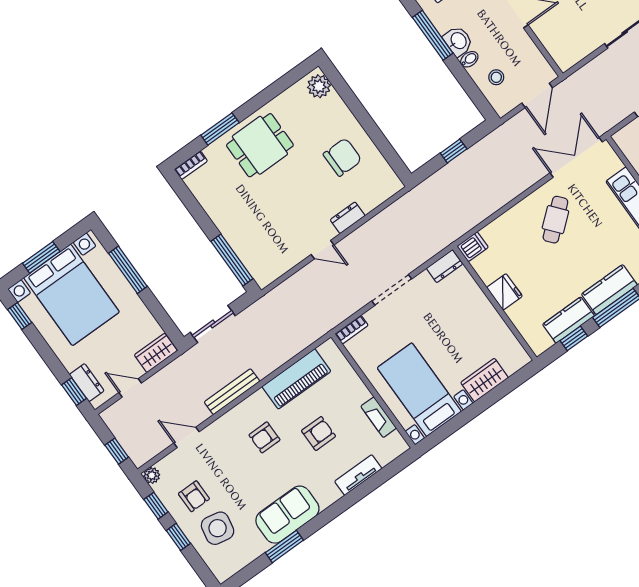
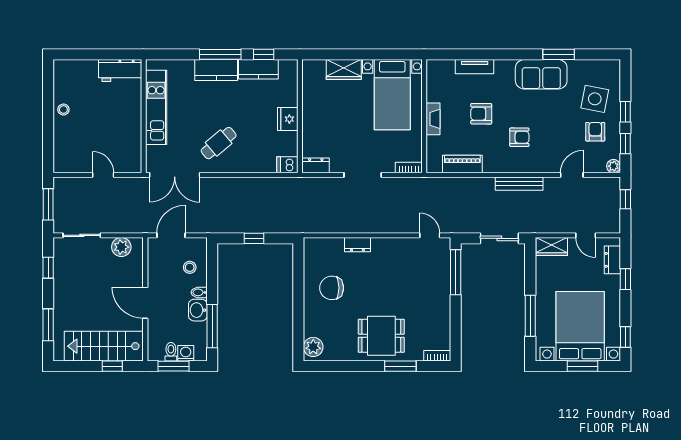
plant: (578, 49) -> (121, 247), added
door: (322, 250) -> (430, 235), moved
piano: (296, 379) -> (462, 164), width x0.73, depth x0.75
window: (74, 392) -> (625, 279), moved
fireplace: (379, 417) -> (433, 119), moved
door: (186, 437) -> (572, 175), swing flipped

